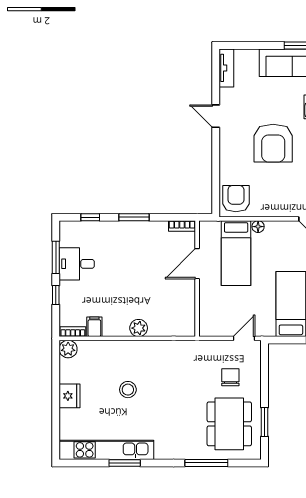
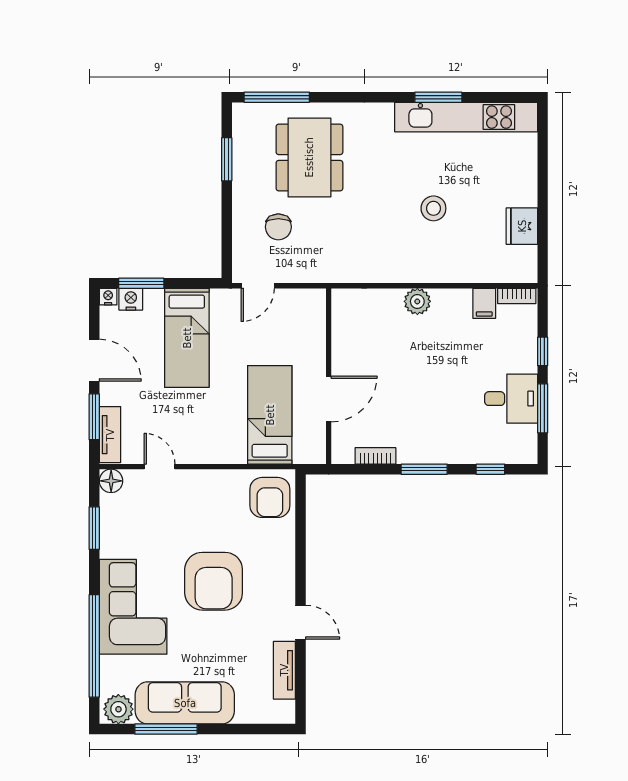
tv unit: (226, 68) -> (284, 670), moved
armchair: (273, 143) -> (214, 581), turned 180
bookcase: (182, 226) -> (375, 456), moved
floor lamp: (258, 227) -> (236, 455), removed
plant: (68, 349) -> (524, 270), removed
fridge: (69, 396) -> (522, 226), moved
dining table: (229, 424) -> (309, 157), moved
window: (206, 463) -> (277, 97), moved

